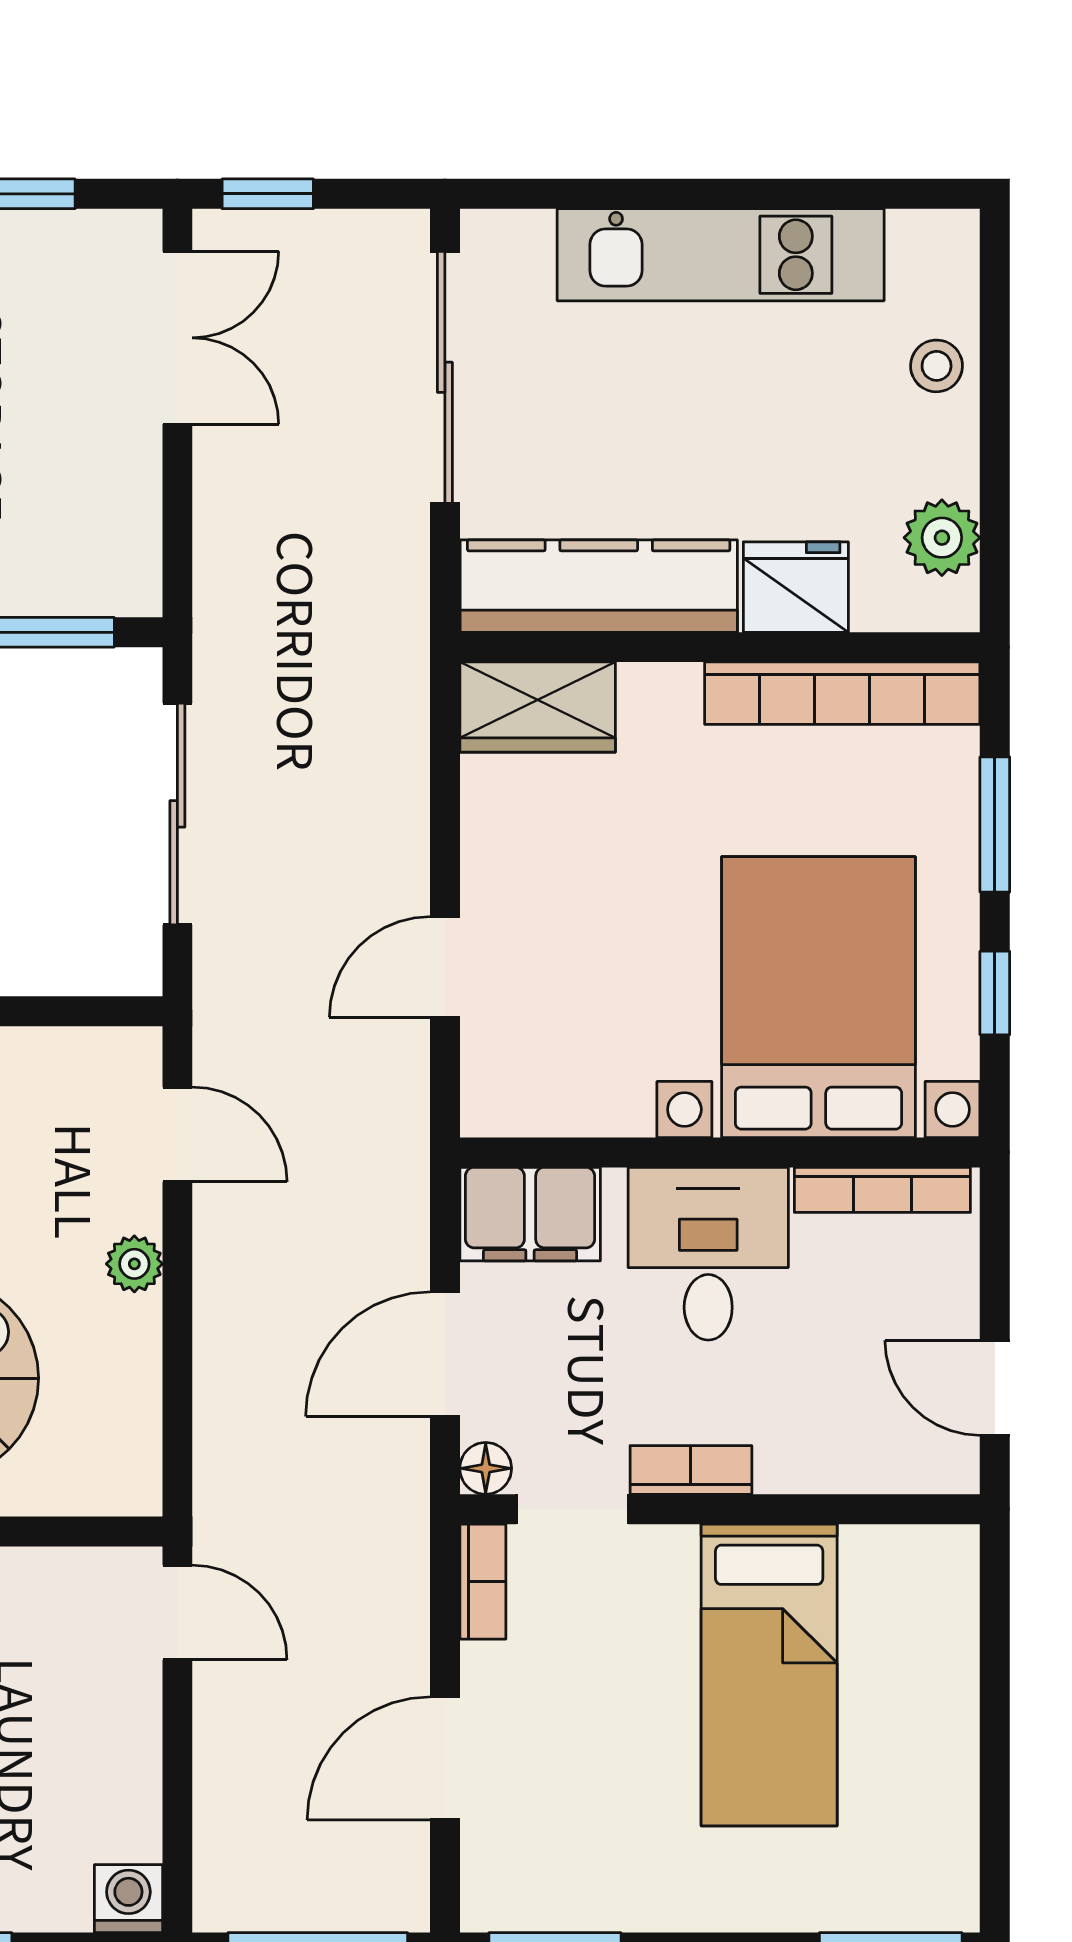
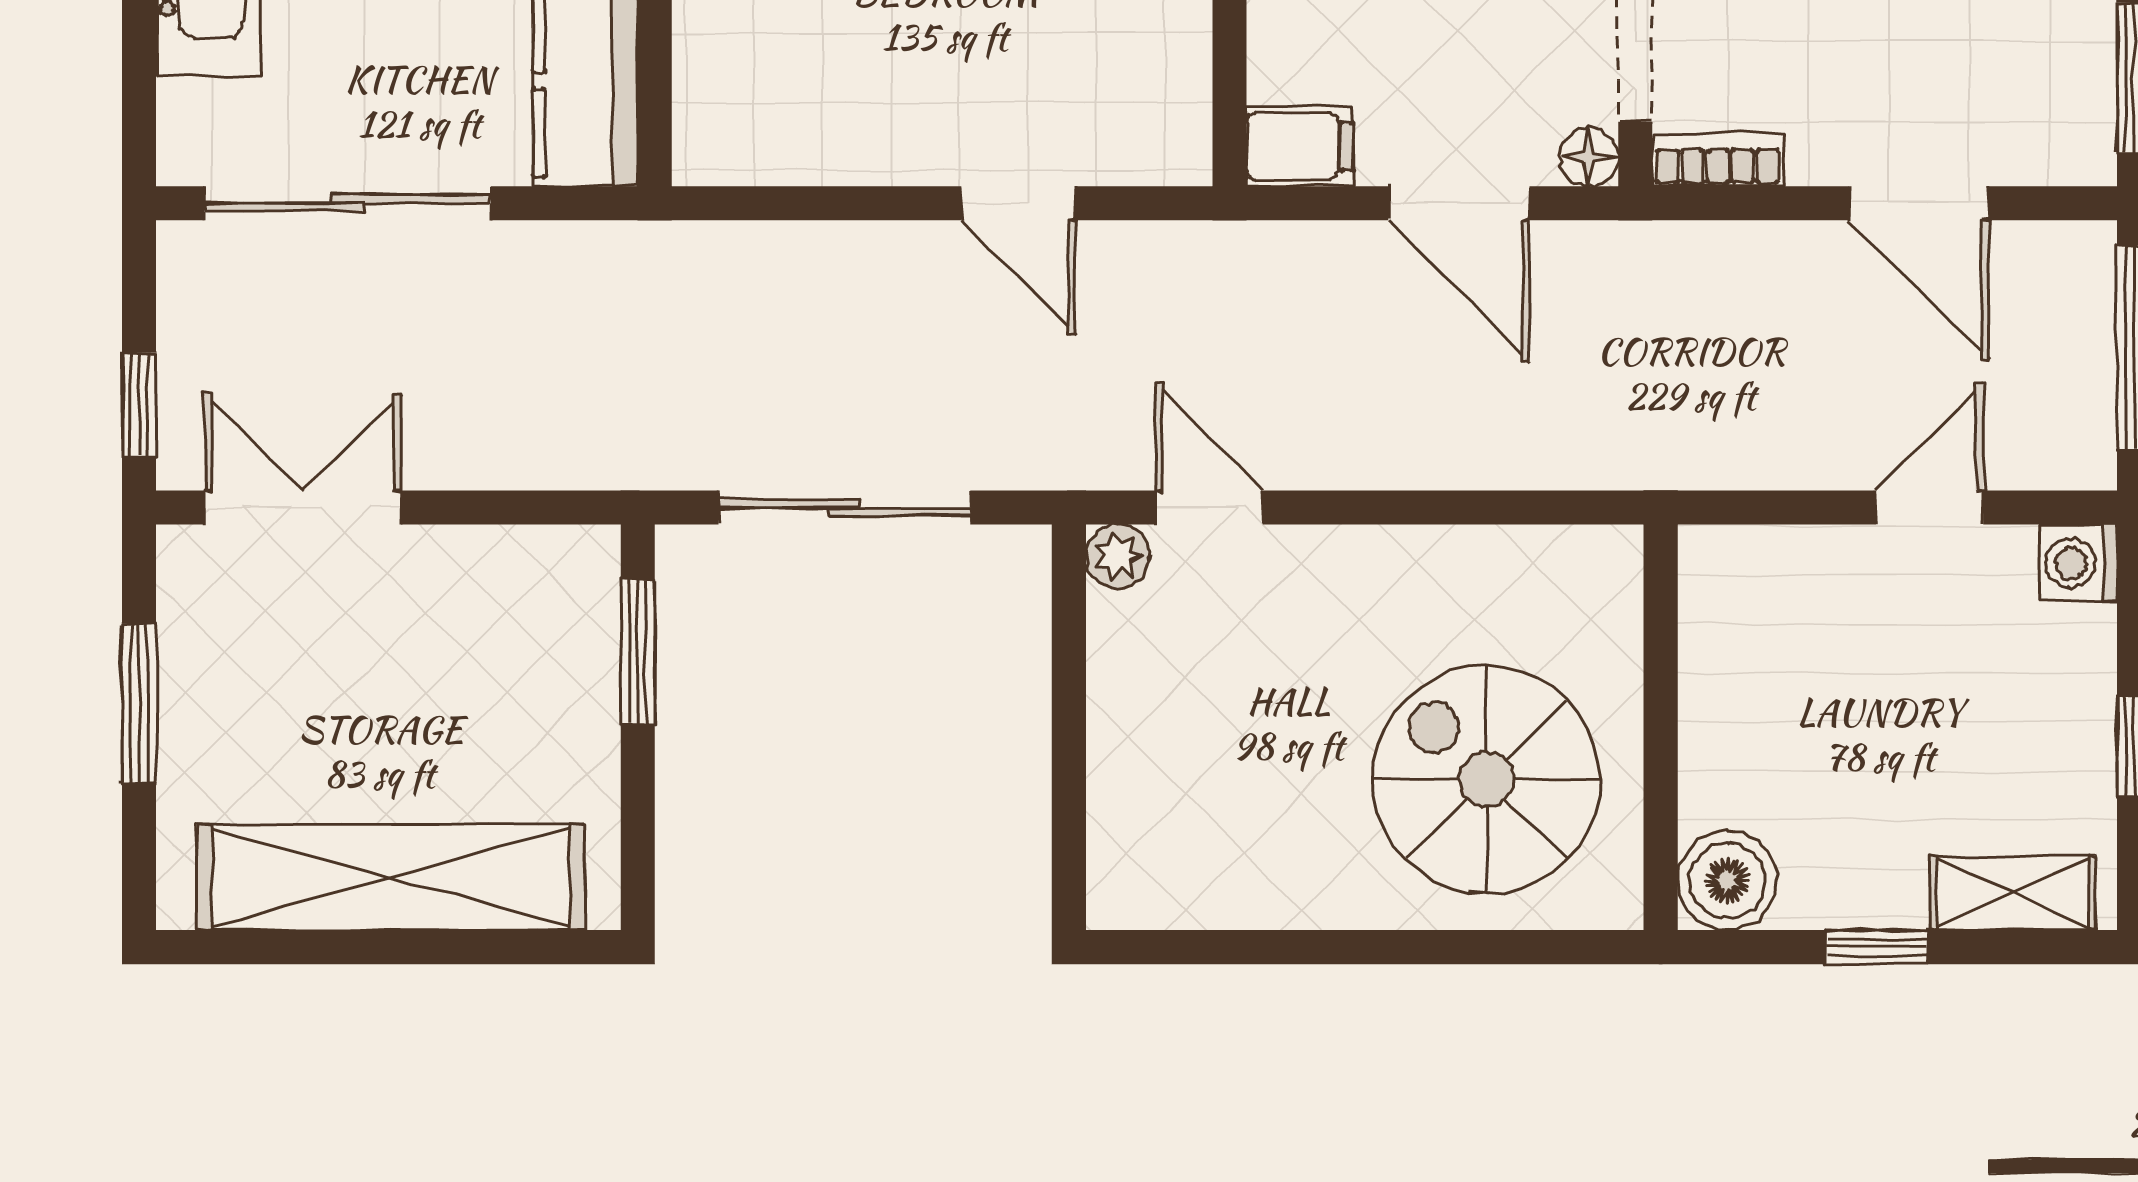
wardrobe: (538, 707) -> (723, 98), removed
door: (177, 1134) -> (1209, 508), hinge flipped
filing cabinet: (530, 1214) -> (1300, 146), width x0.50
plant: (134, 1264) -> (1118, 556), moved
door: (177, 1613) -> (1929, 508), moved

